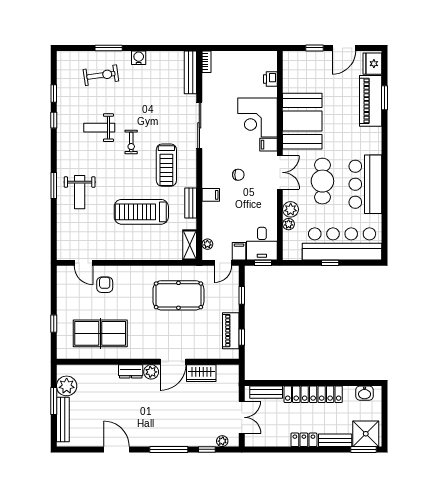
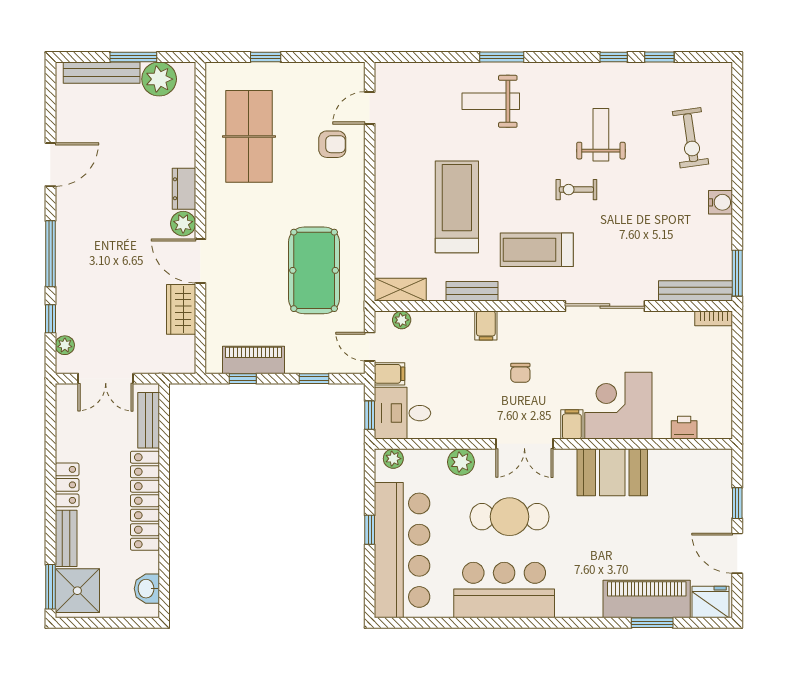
window: (109, 48) -> (737, 273), moved
booth: (302, 121) -> (612, 472), width x0.73, depth x0.70
plant: (289, 224) -> (393, 459), moved

